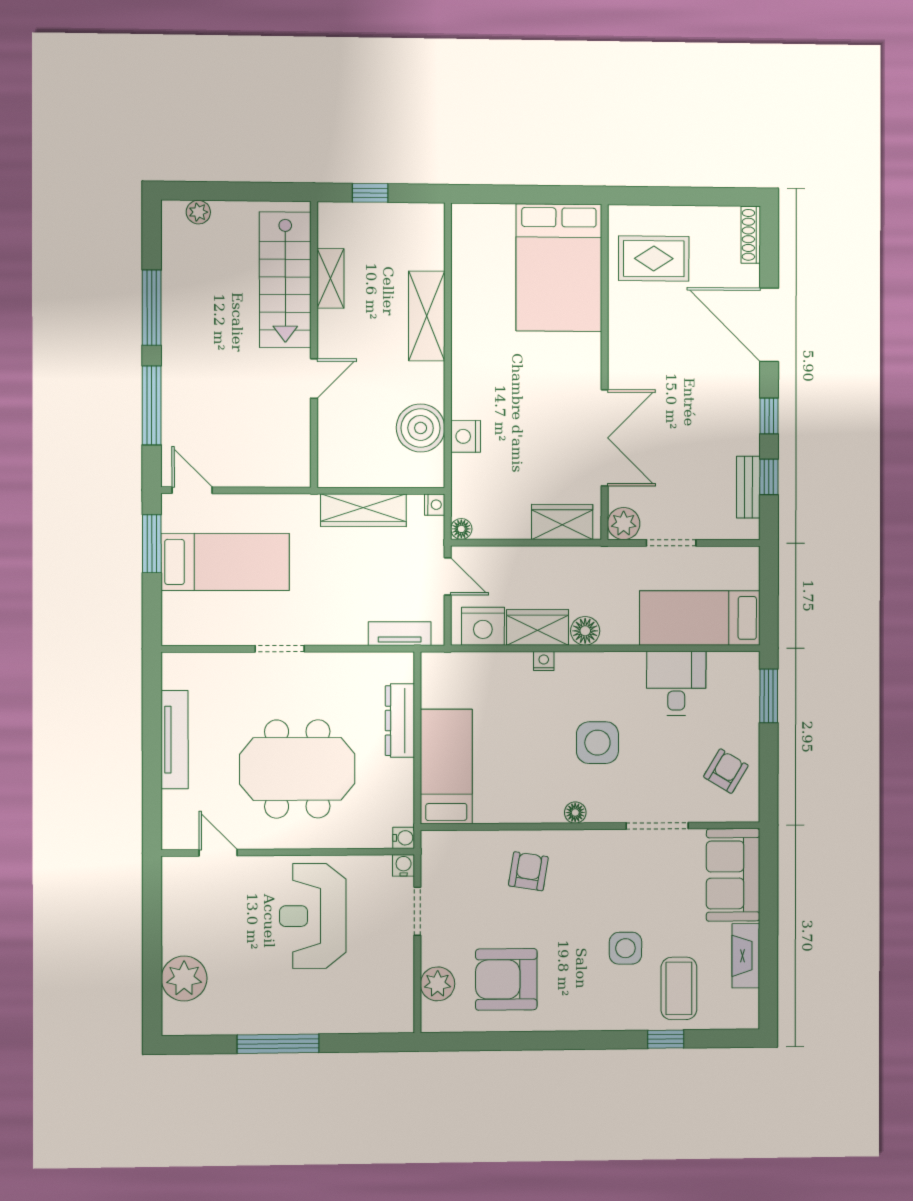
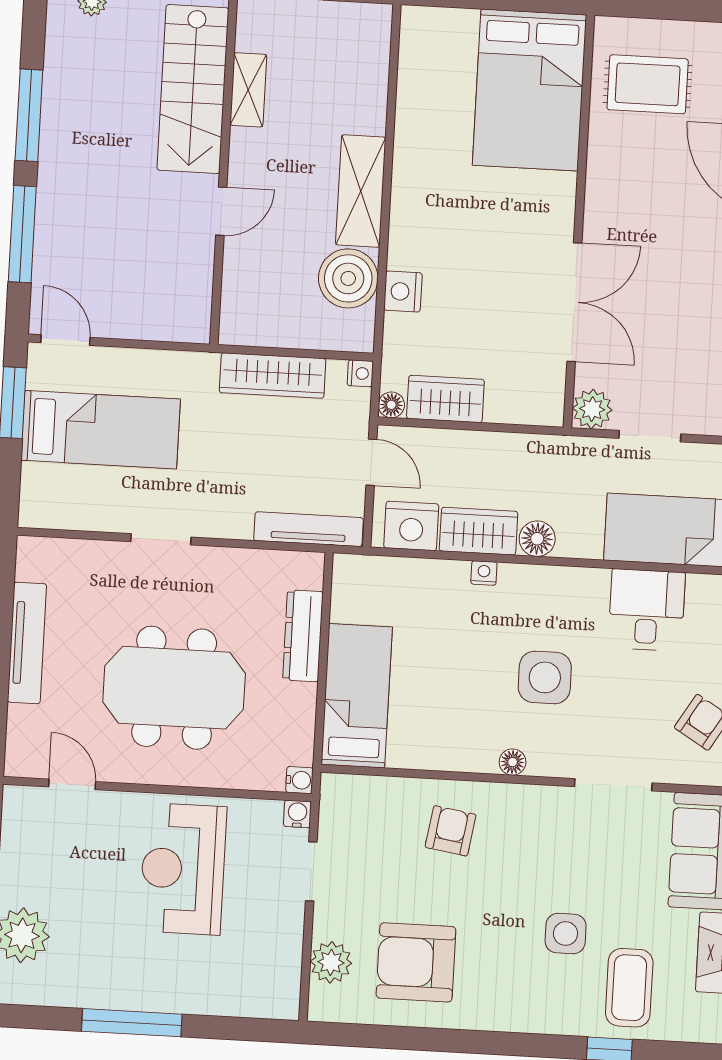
shelving: (427, 316) -> (361, 191), moved
wardrobe: (562, 522) -> (445, 399), moved
tv unit: (400, 634) -> (308, 529), width x1.41

